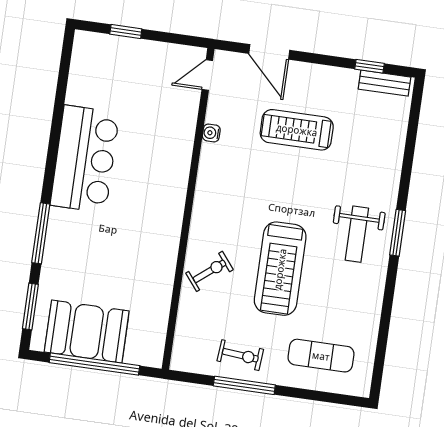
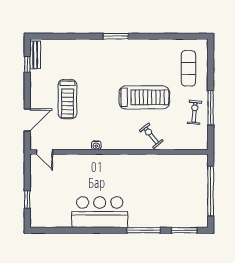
water cooler: (211, 133) -> (96, 145), moved
weight bench: (357, 234) -> (120, 58), removed
booth: (87, 331) -> (193, 198), removed

